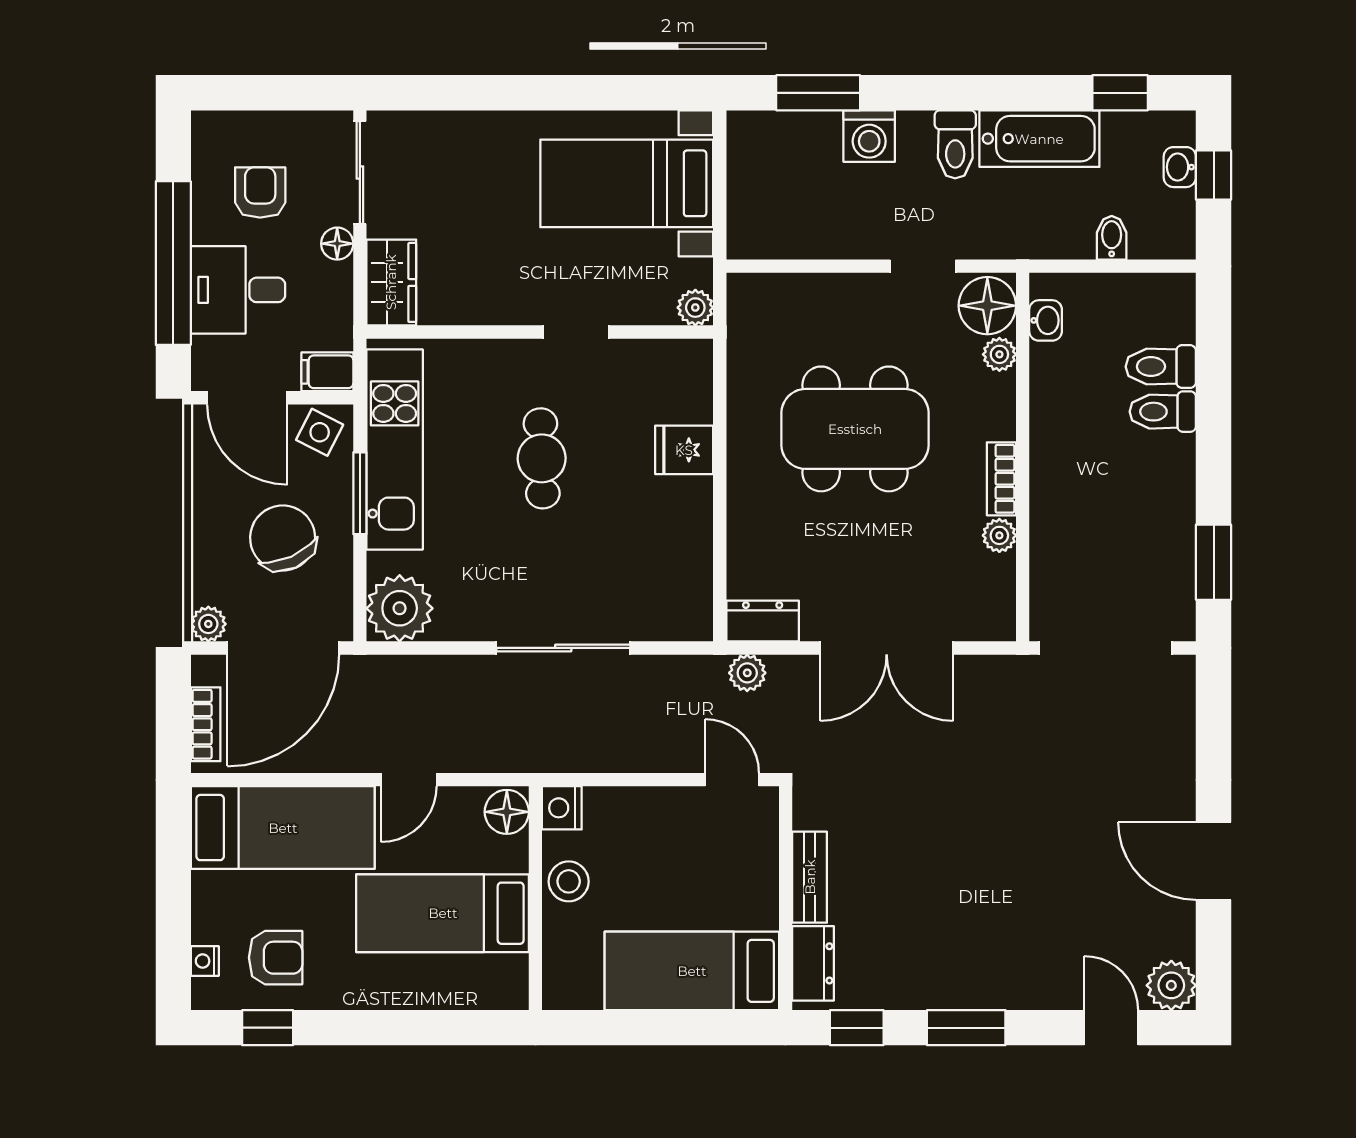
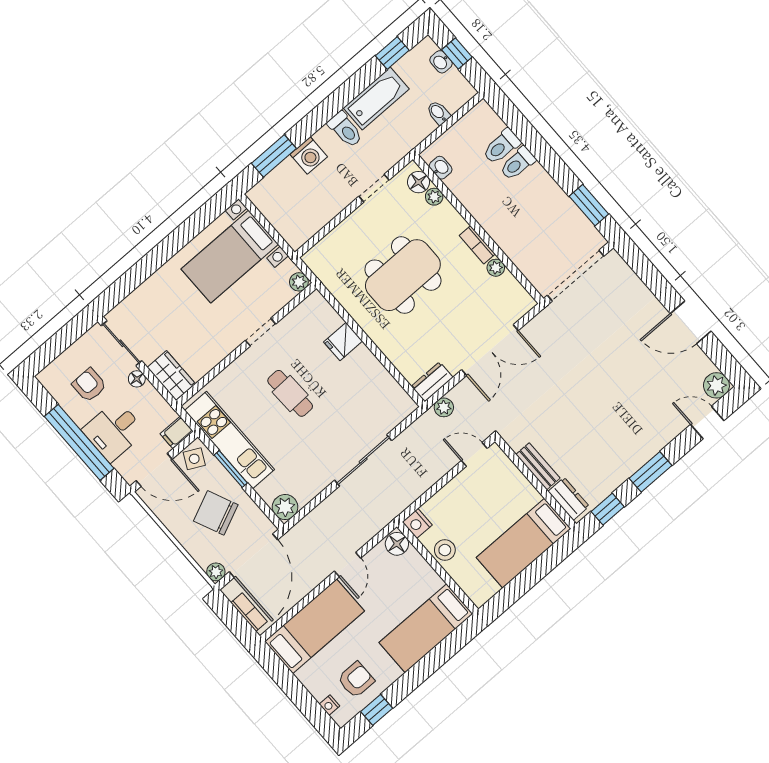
floor lamp: (987, 306) -> (418, 182), width x0.73, depth x0.73
plant: (400, 608) -> (285, 507), width x0.73, depth x0.73
bed: (443, 913) -> (426, 628), moved

